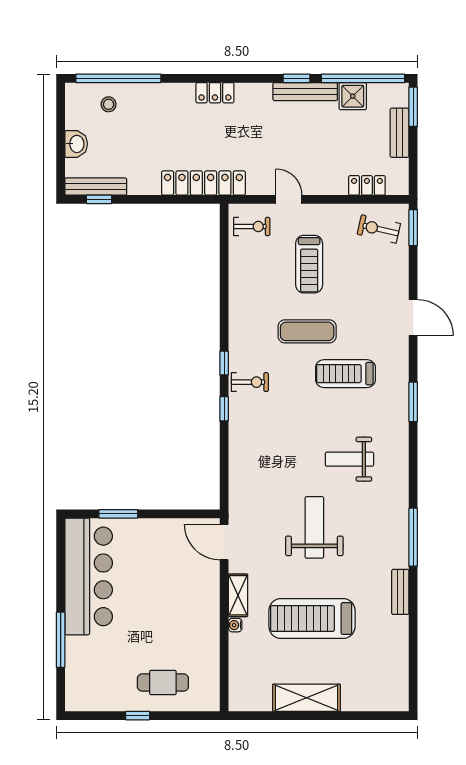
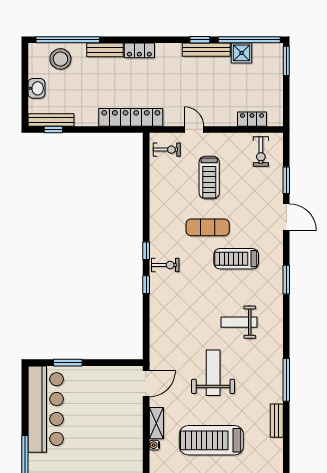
stool: (109, 104) -> (60, 59), width x1.89, depth x1.89
bench: (400, 133) -> (105, 50), moved, turned 90
window: (413, 228) -> (286, 180), moved
exercise bike: (379, 229) -> (261, 151), turned -103
door: (224, 542) -> (146, 384), swing flipped

